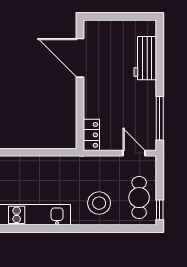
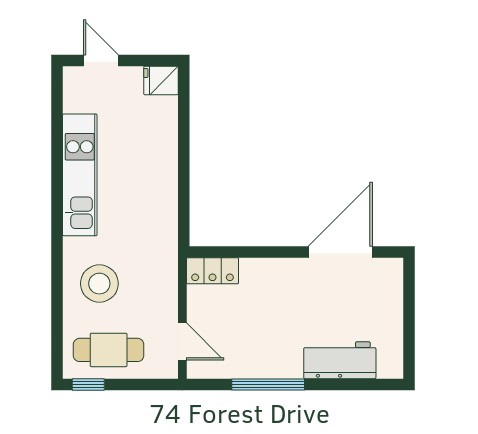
window: (160, 118) -> (268, 384), moved
door: (134, 153) -> (182, 342), hinge flipped

